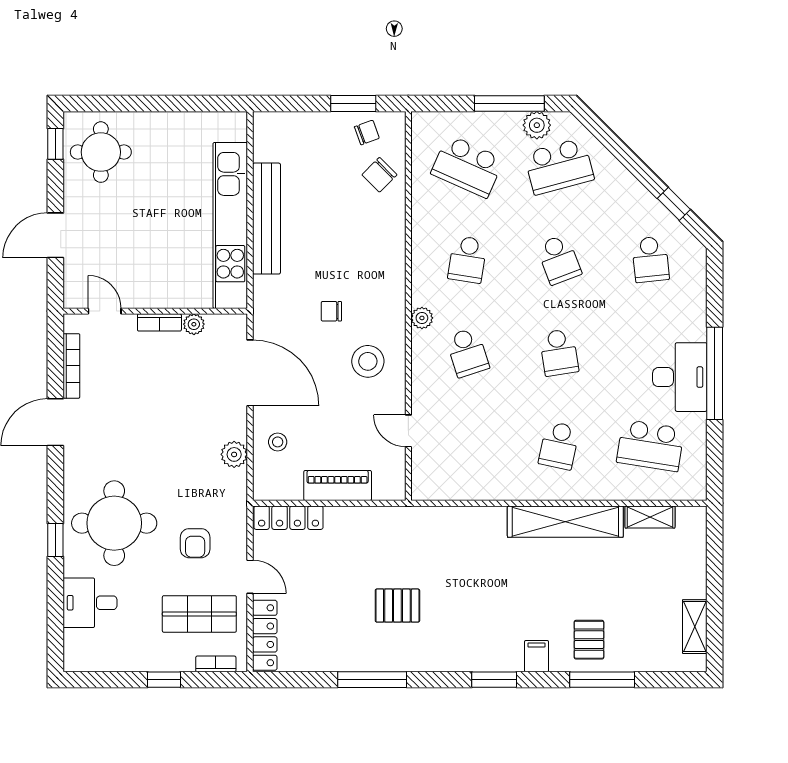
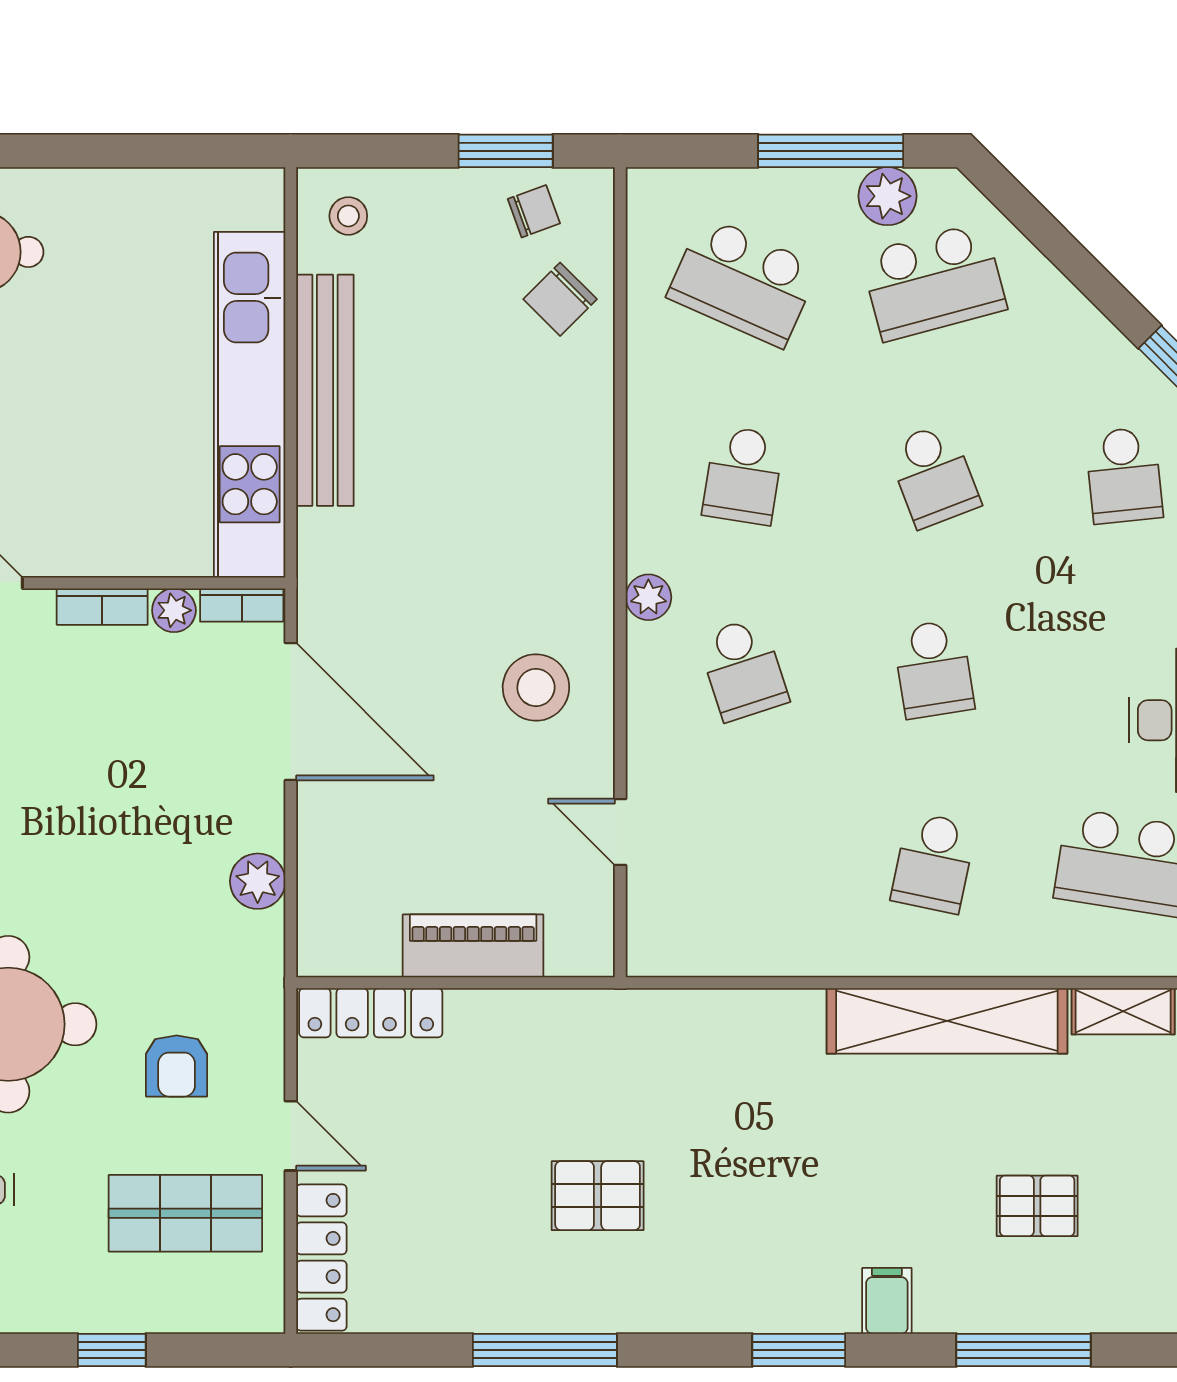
chair: (331, 311) -> (460, 583), removed
stool: (278, 442) -> (348, 216), moved
pallet: (589, 640) -> (1037, 1206), moved, turned 90
bookcase: (216, 664) -> (242, 605), moved, turned 180

